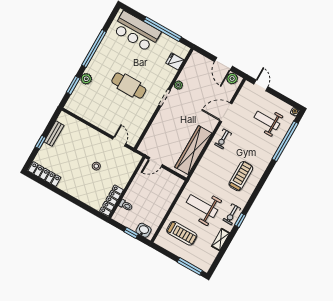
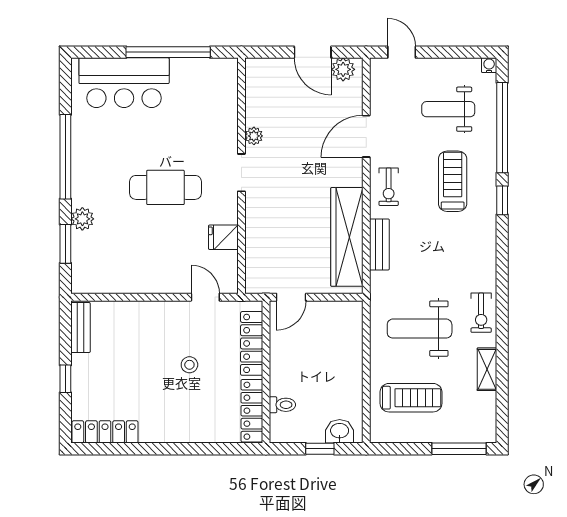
fridge: (175, 61) -> (223, 237), moved
bench: (54, 134) -> (81, 328), moved
bench: (205, 161) -> (379, 244), added
locker: (128, 172) -> (252, 343), added
treadmill: (241, 176) -> (453, 181), moved
window: (240, 220) -> (502, 200), moved

